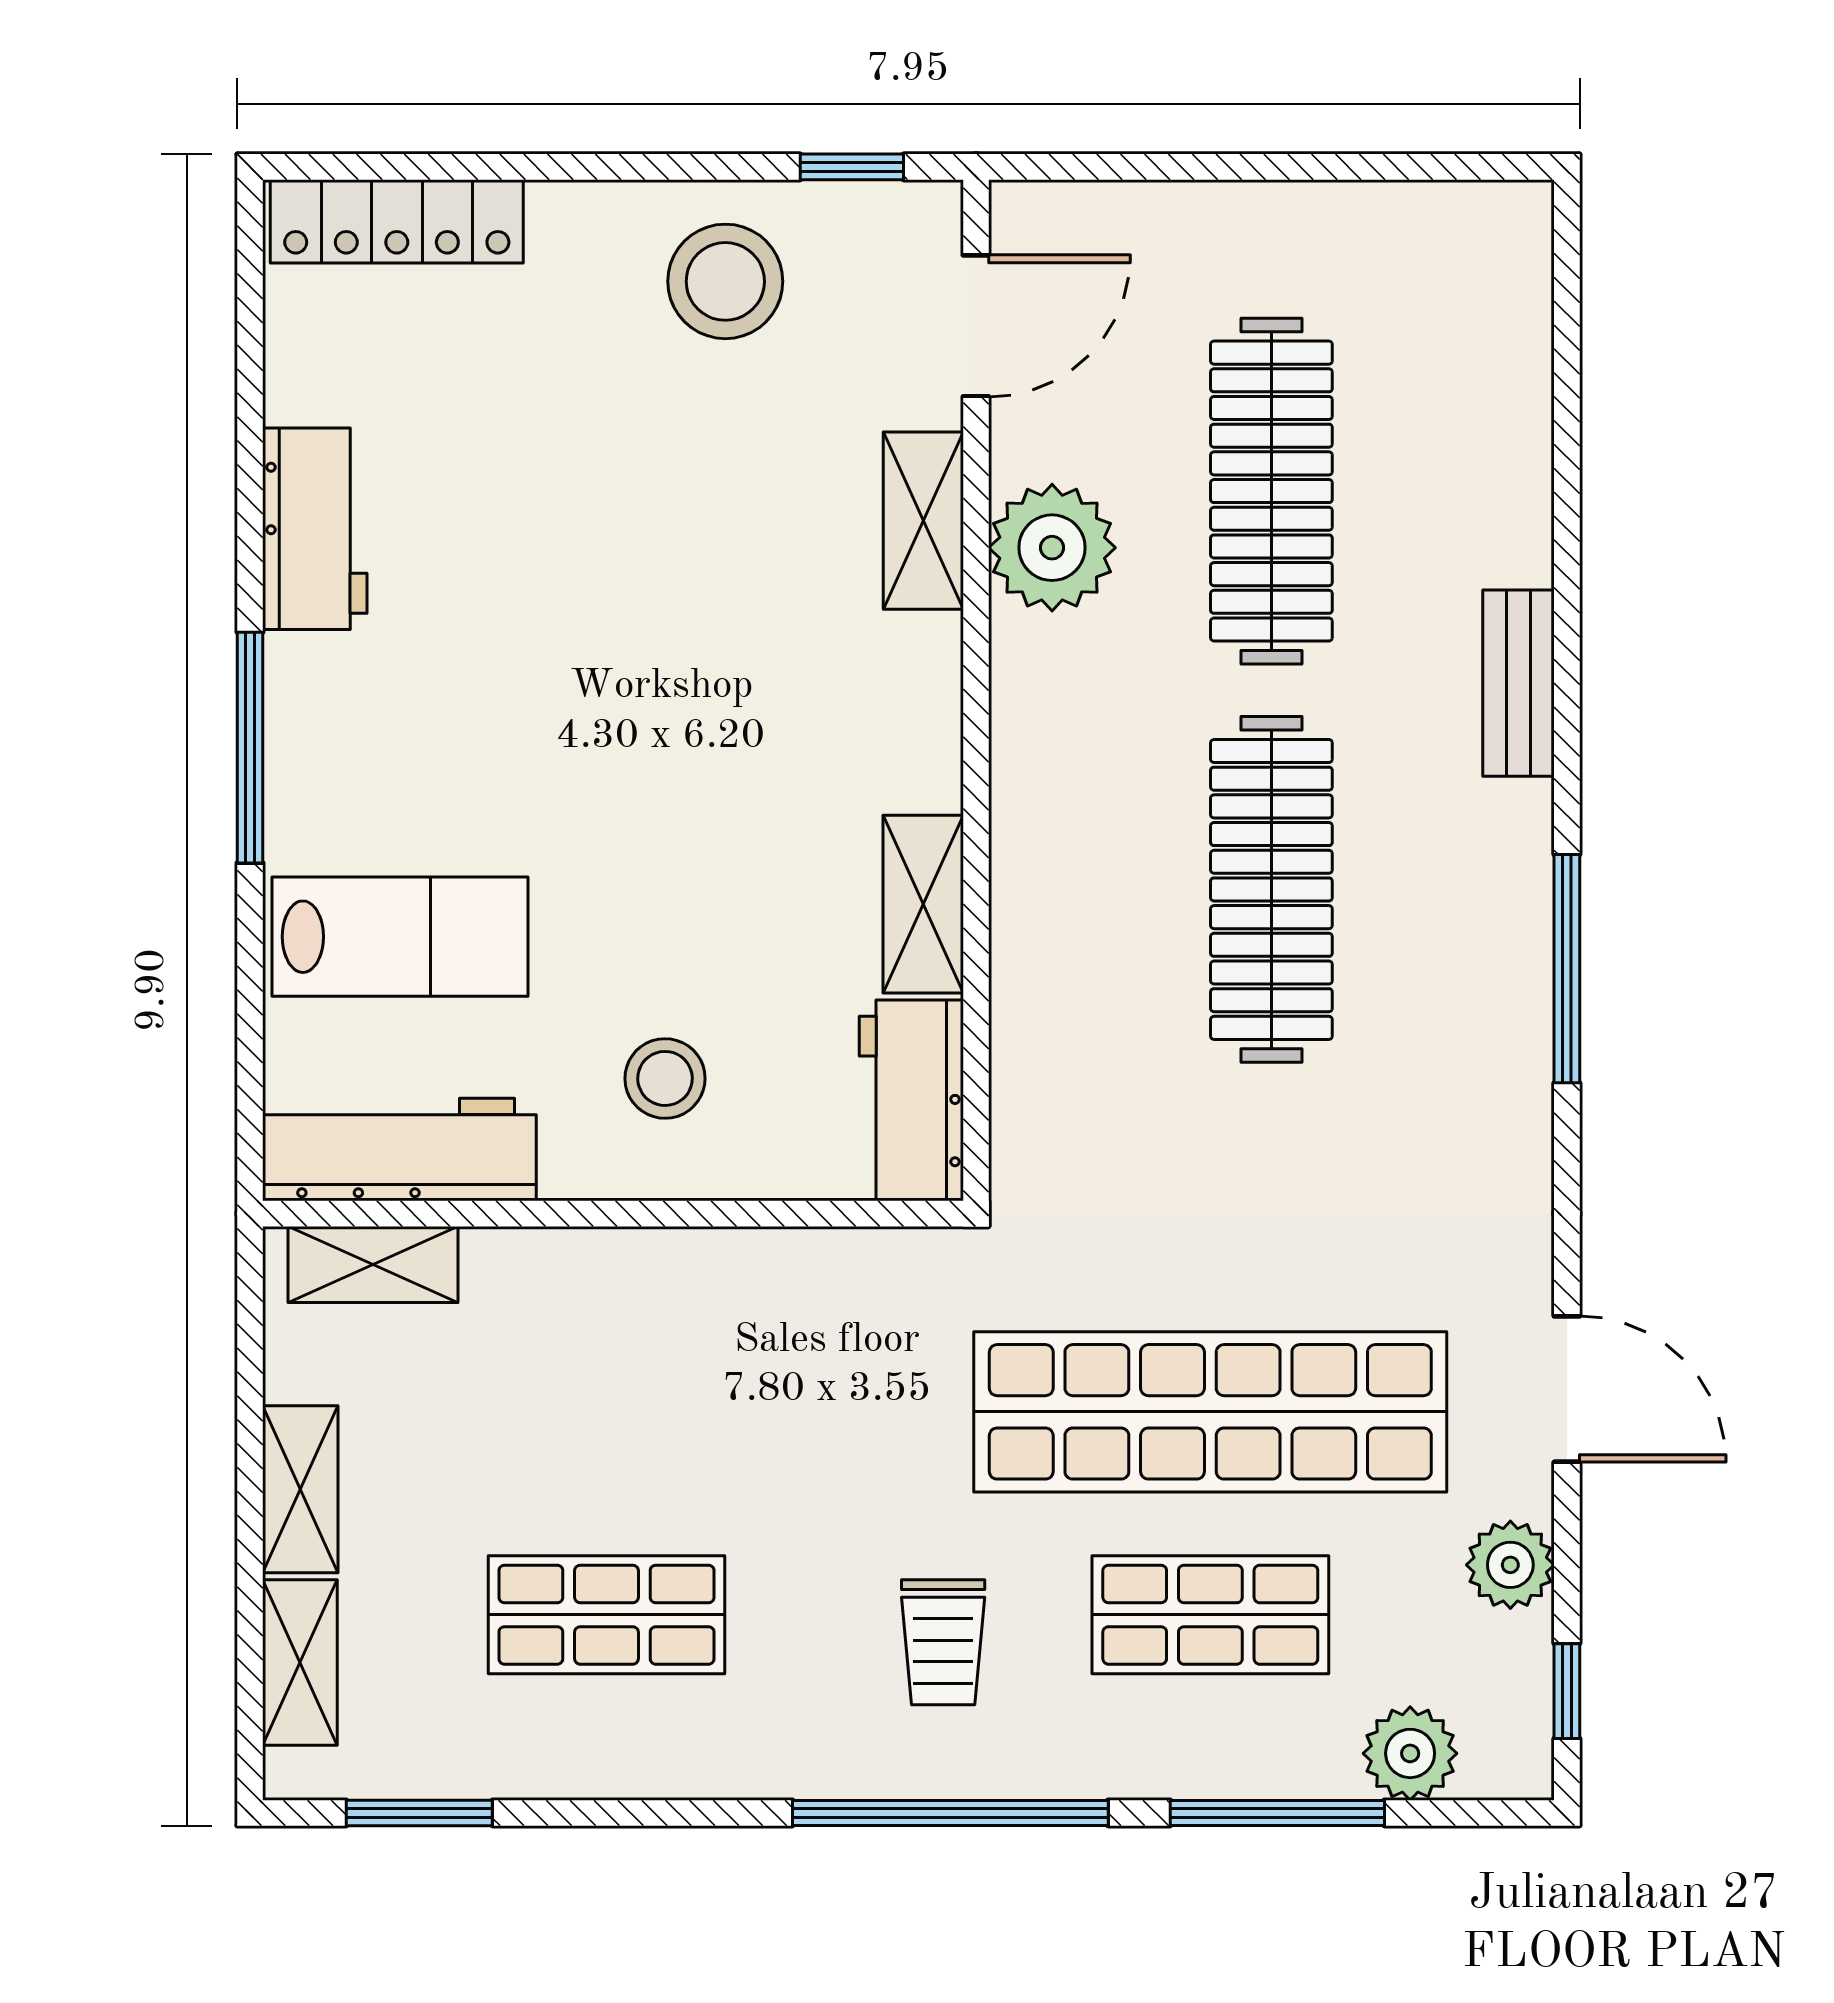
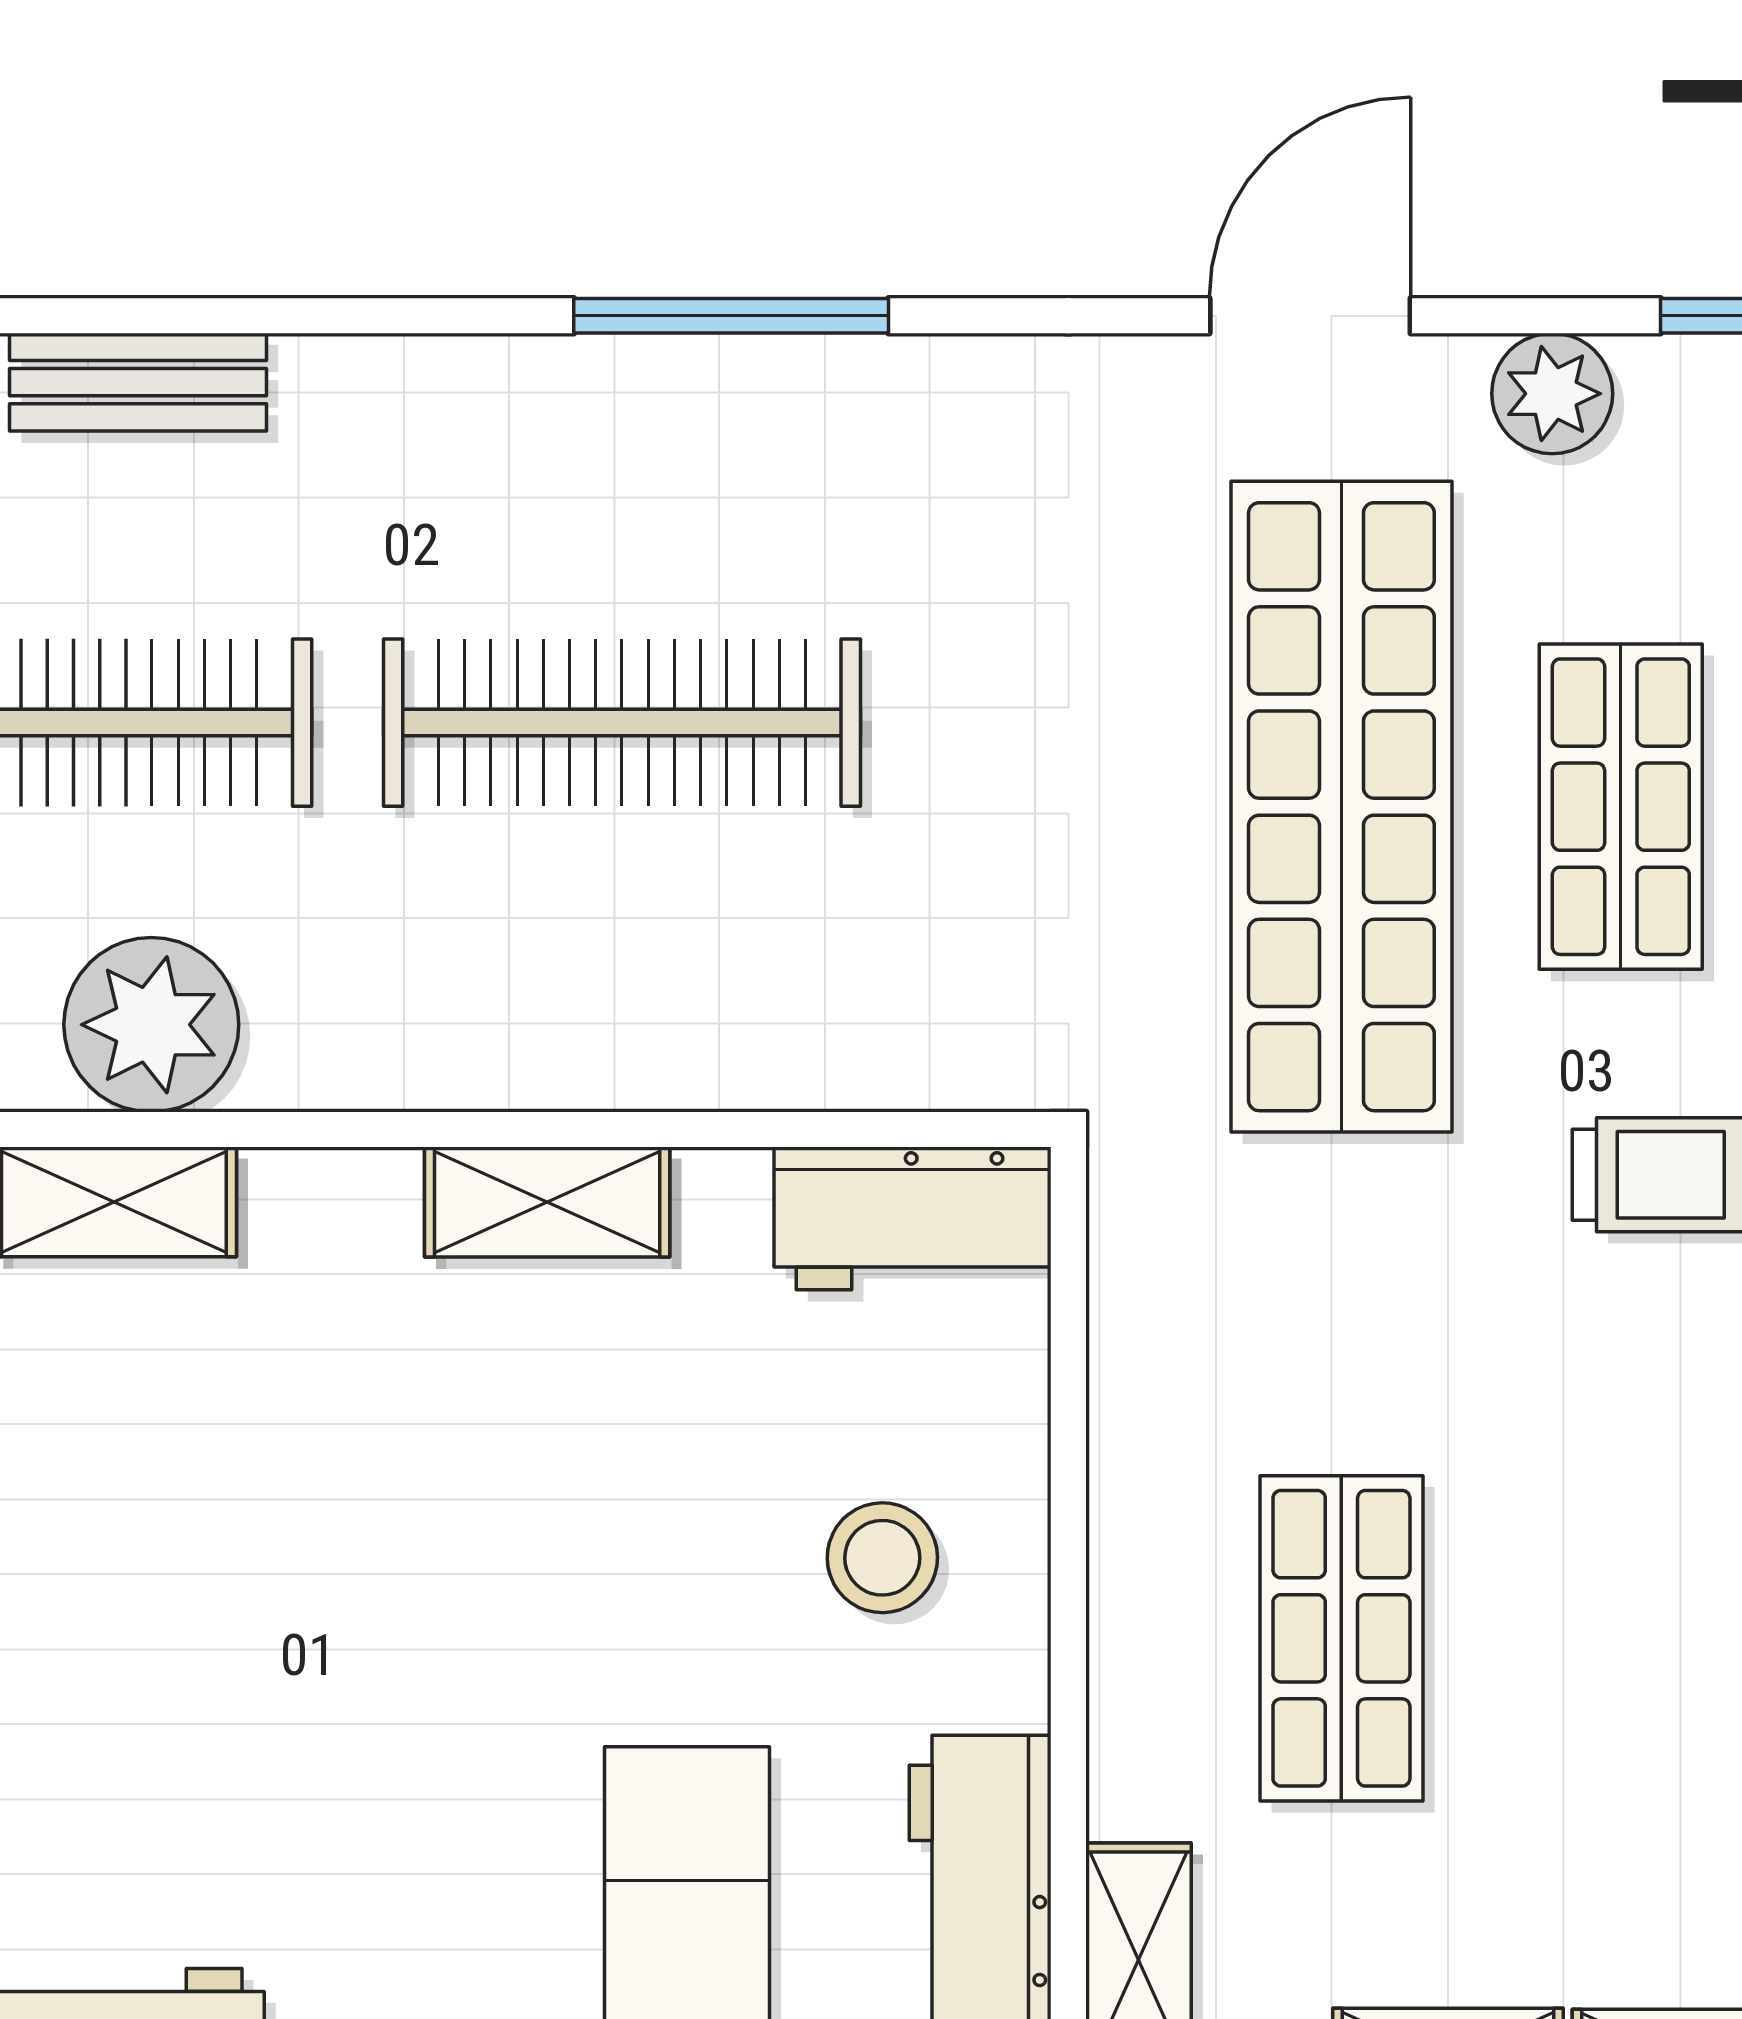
bench: (1519, 683) -> (138, 382), moved
shelving: (923, 904) -> (547, 1202), moved
shop shelf: (606, 1615) -> (1341, 1638), moved

